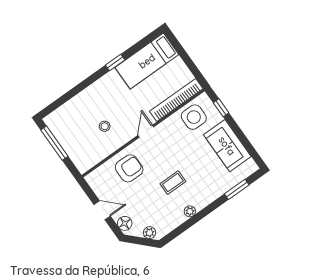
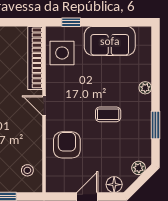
stool: (105, 126) -> (27, 170), moved
coffee table: (173, 183) -> (108, 114), turned 90
window: (237, 189) -> (156, 125), moved
plant: (190, 211) -> (145, 88), moved

